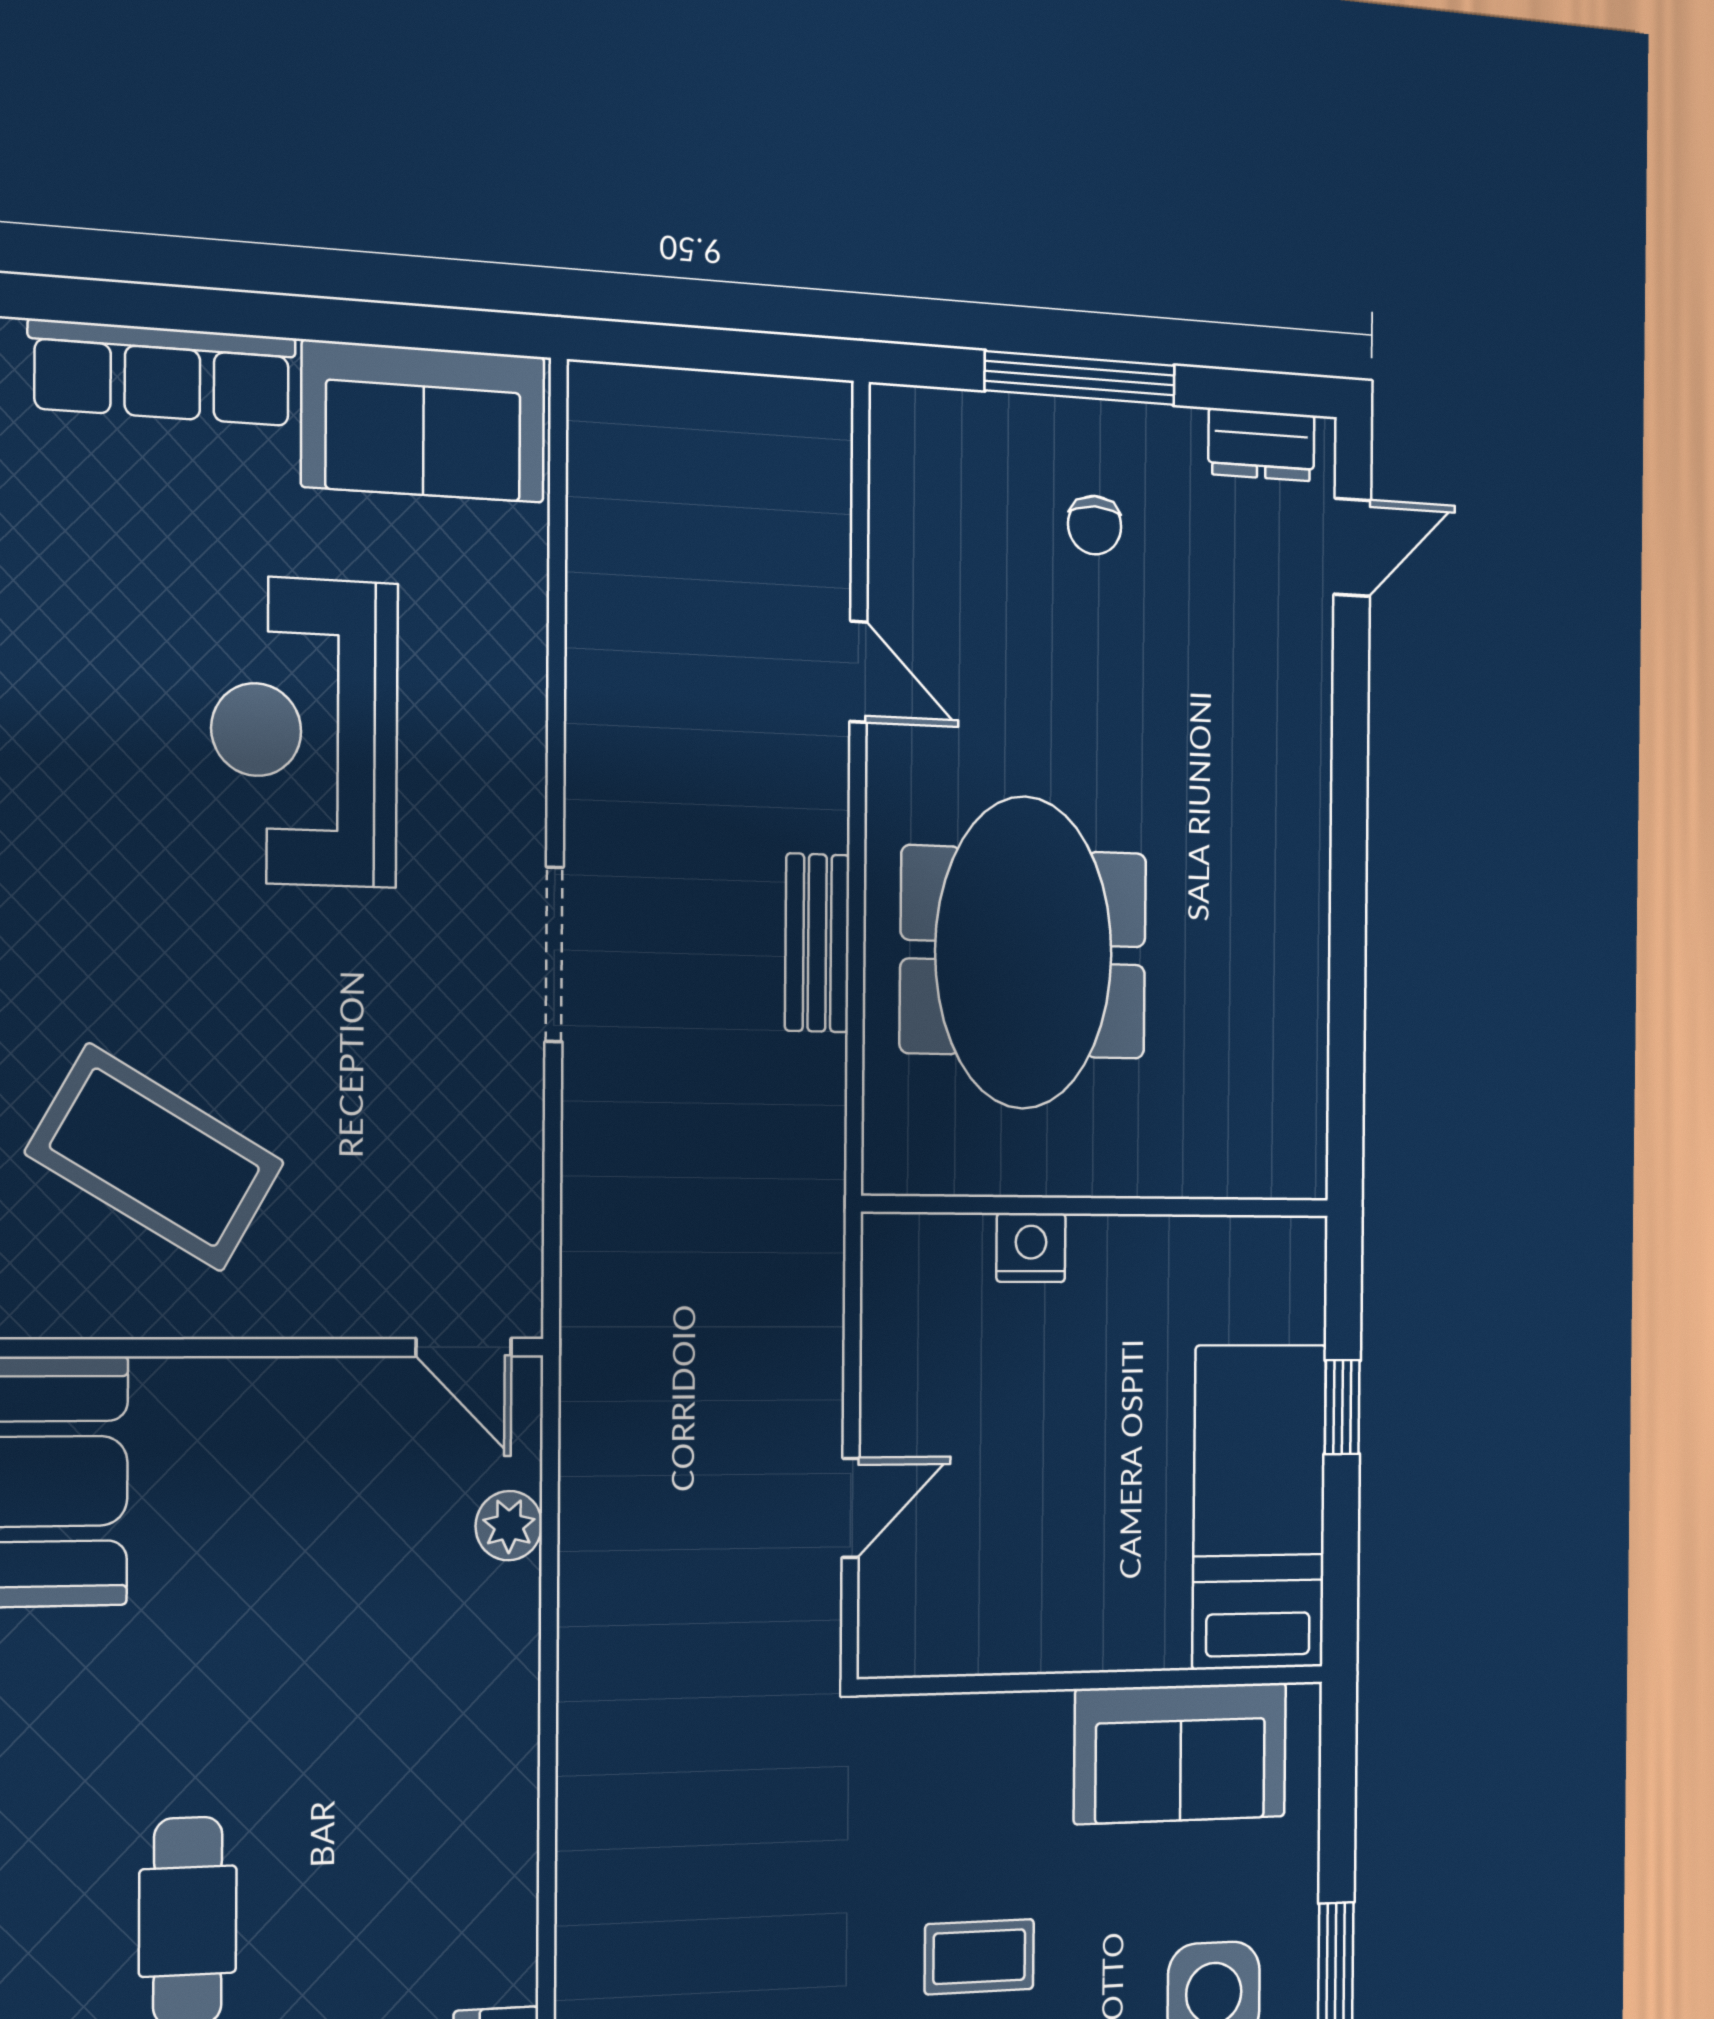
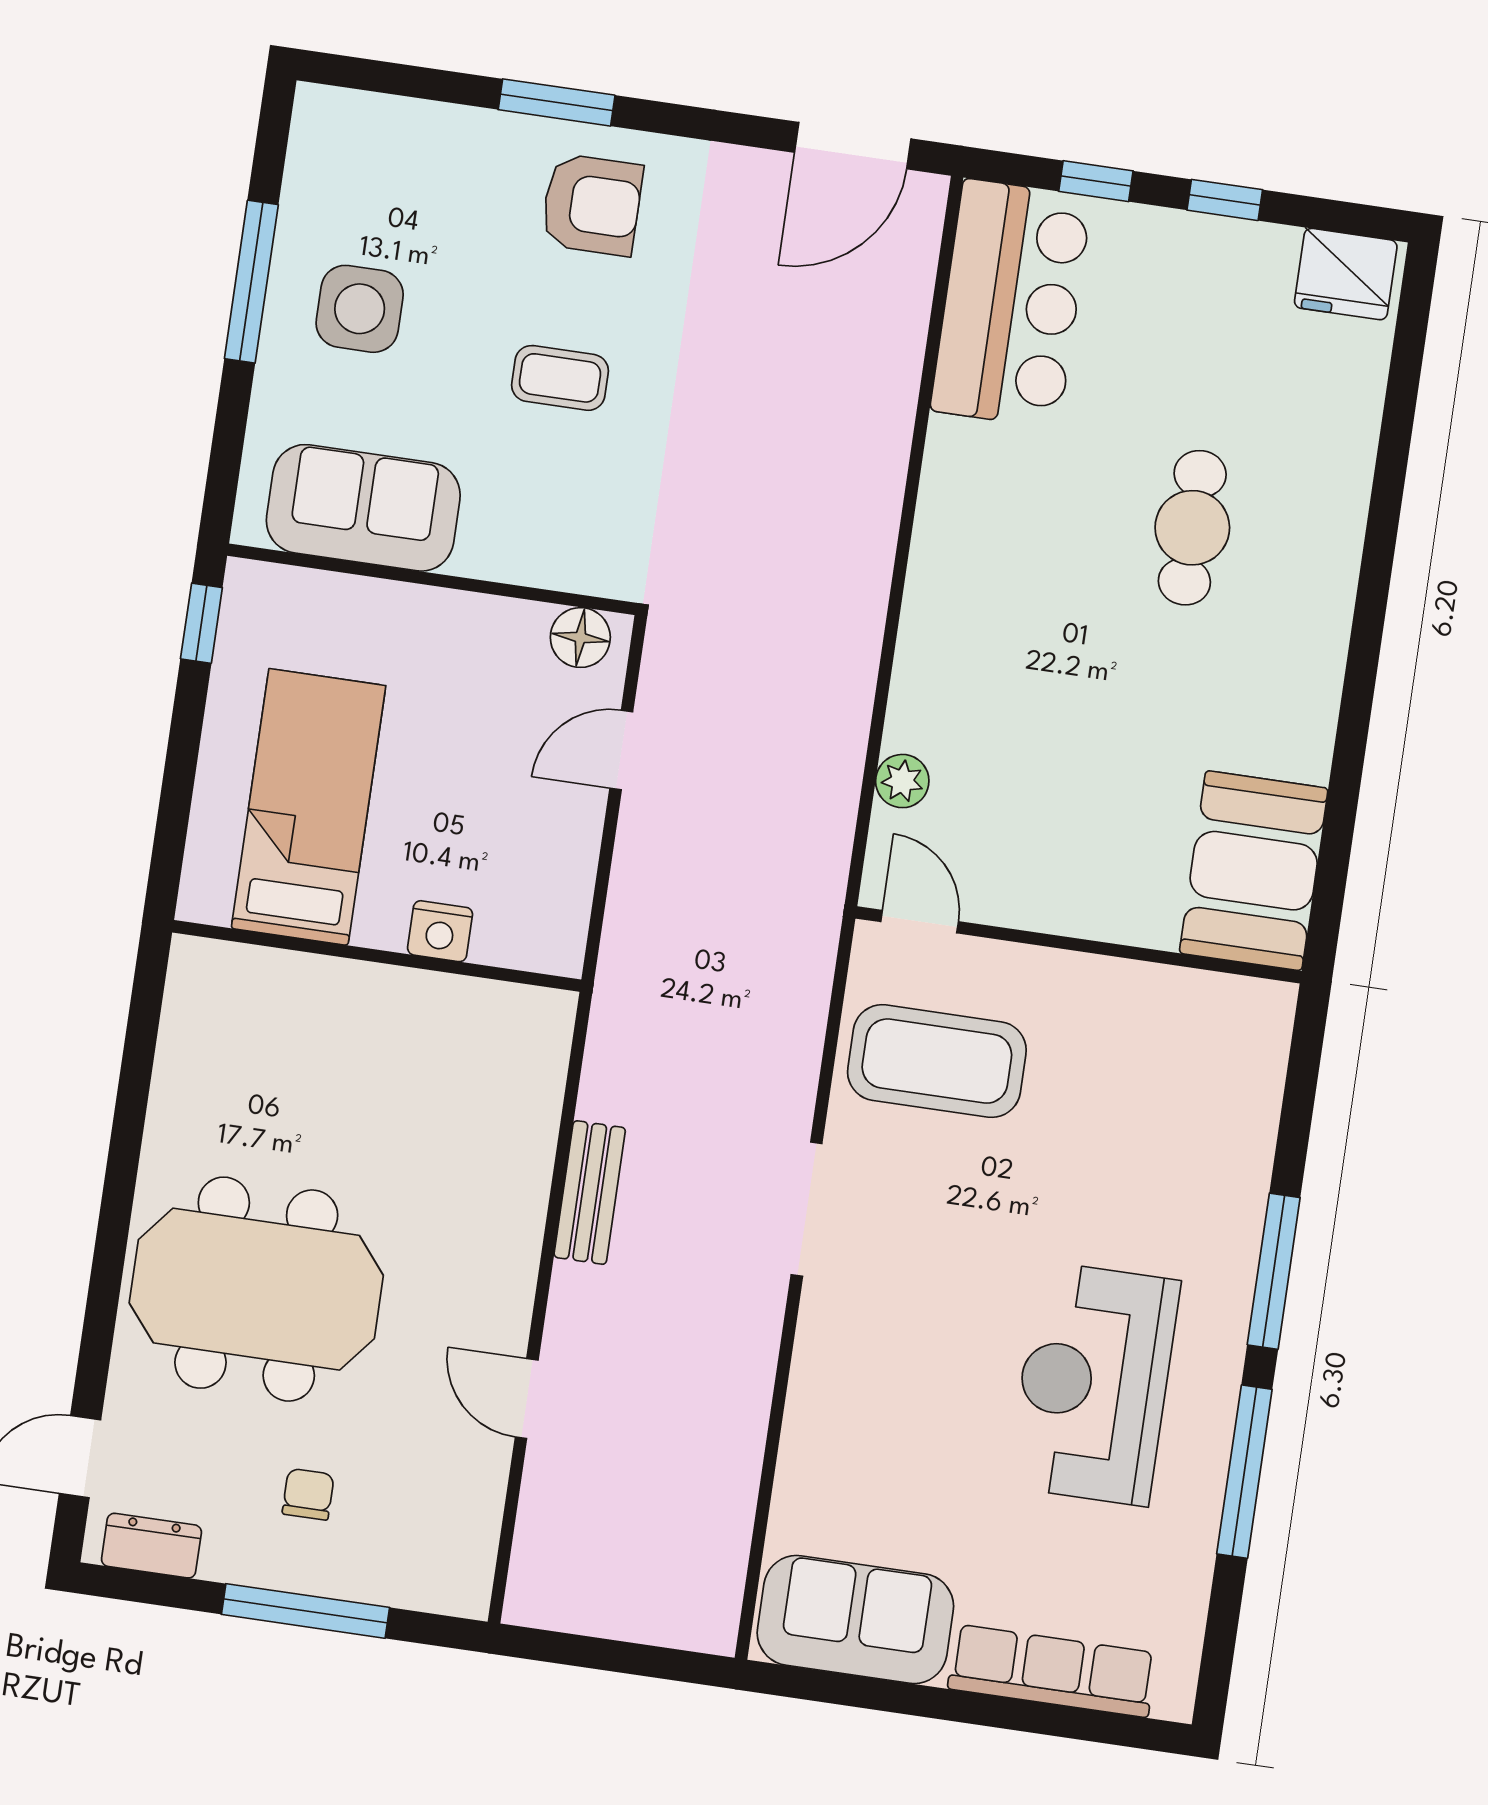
reception desk: (305, 732) -> (1094, 1384), moved, turned 180
meeting table: (1024, 953) -> (256, 1289), moved, turned 90
coffee table: (155, 1158) -> (937, 1061), moved, turned -30
window: (1342, 1407) -> (201, 623), moved
bed: (1259, 1507) -> (308, 807), moved, turned 180
floor lamp: (916, 1640) -> (580, 638), added

